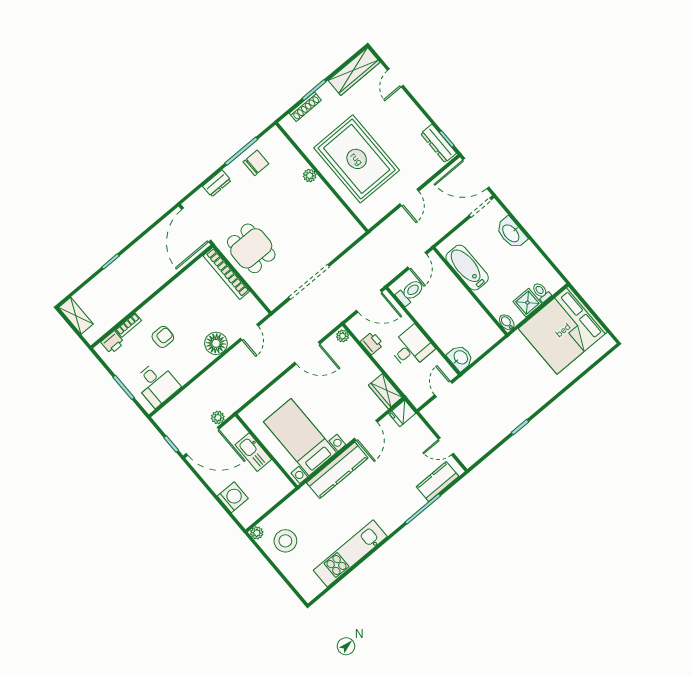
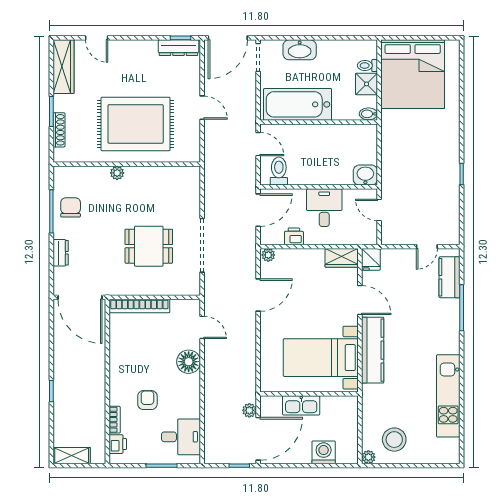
dining table: (251, 248) -> (149, 246), moved
bathtub: (467, 268) -> (298, 104), width x1.36, depth x1.36

